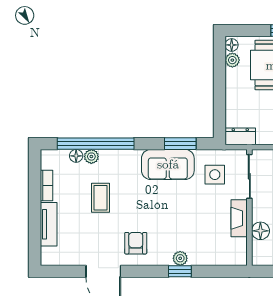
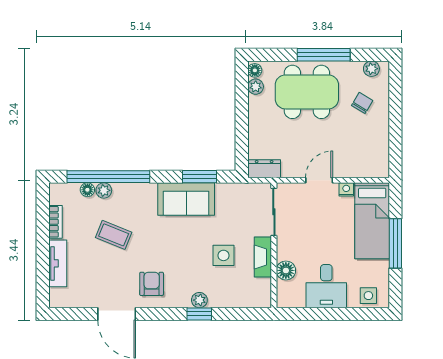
side table: (215, 175) -> (223, 255), moved
coffee table: (101, 198) -> (114, 235), turned -68

